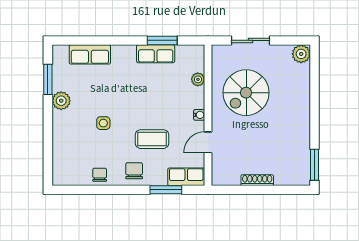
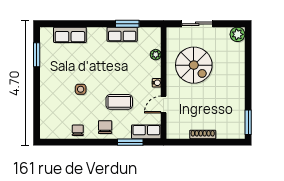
spiral stairs: (246, 93) -> (194, 65), turned -90
plant: (61, 101) -> (47, 72), removed

